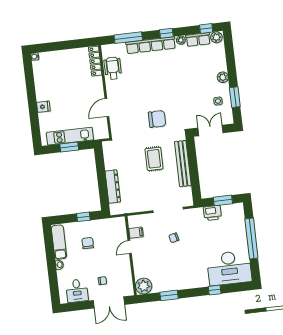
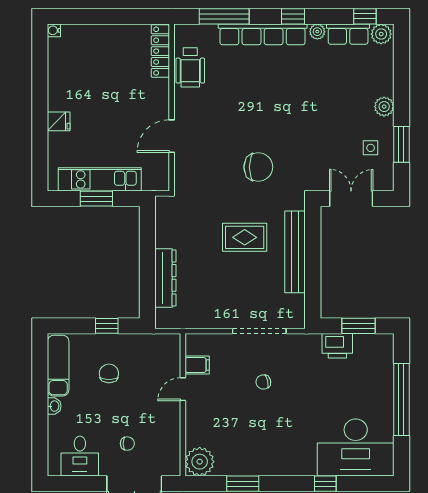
wheelchair: (113, 68) -> (190, 67), turned 180
rug: (154, 159) -> (245, 237), turned 90

